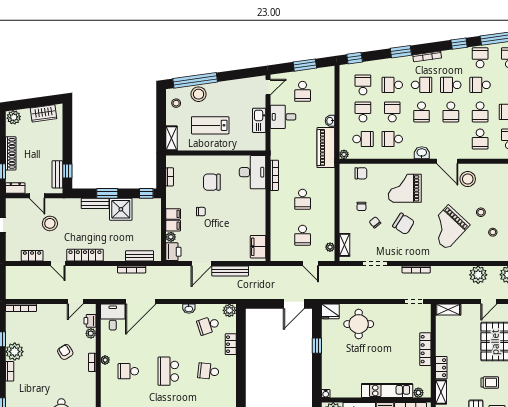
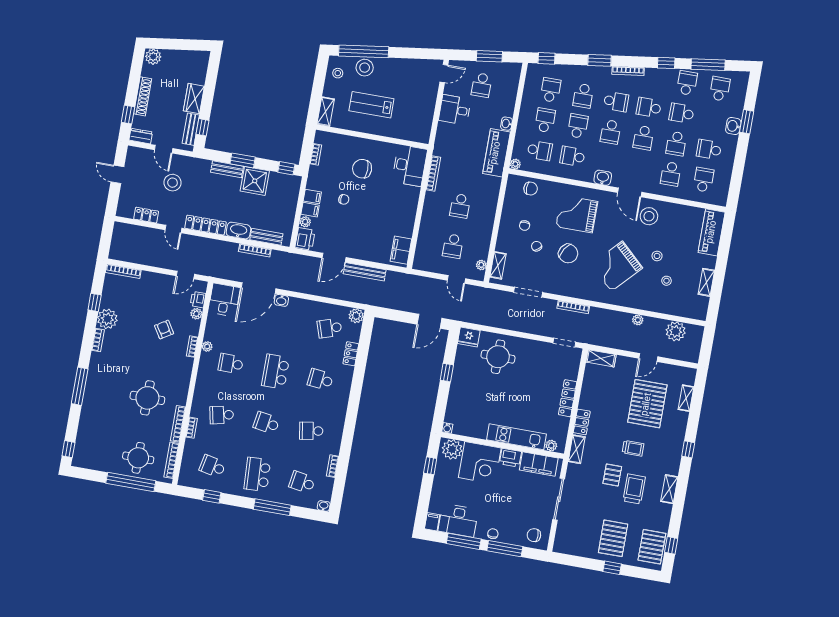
school desk: (392, 85) -> (583, 96), turned -90
wardrobe: (44, 113) -> (194, 99), moved, turned 98
kitchen sink: (259, 120) -> (427, 109), removed
washbasin: (114, 255) -> (238, 231), added
plant: (478, 275) -> (638, 320), width x0.53, depth x0.53
washbasin: (189, 309) -> (281, 300), moved

